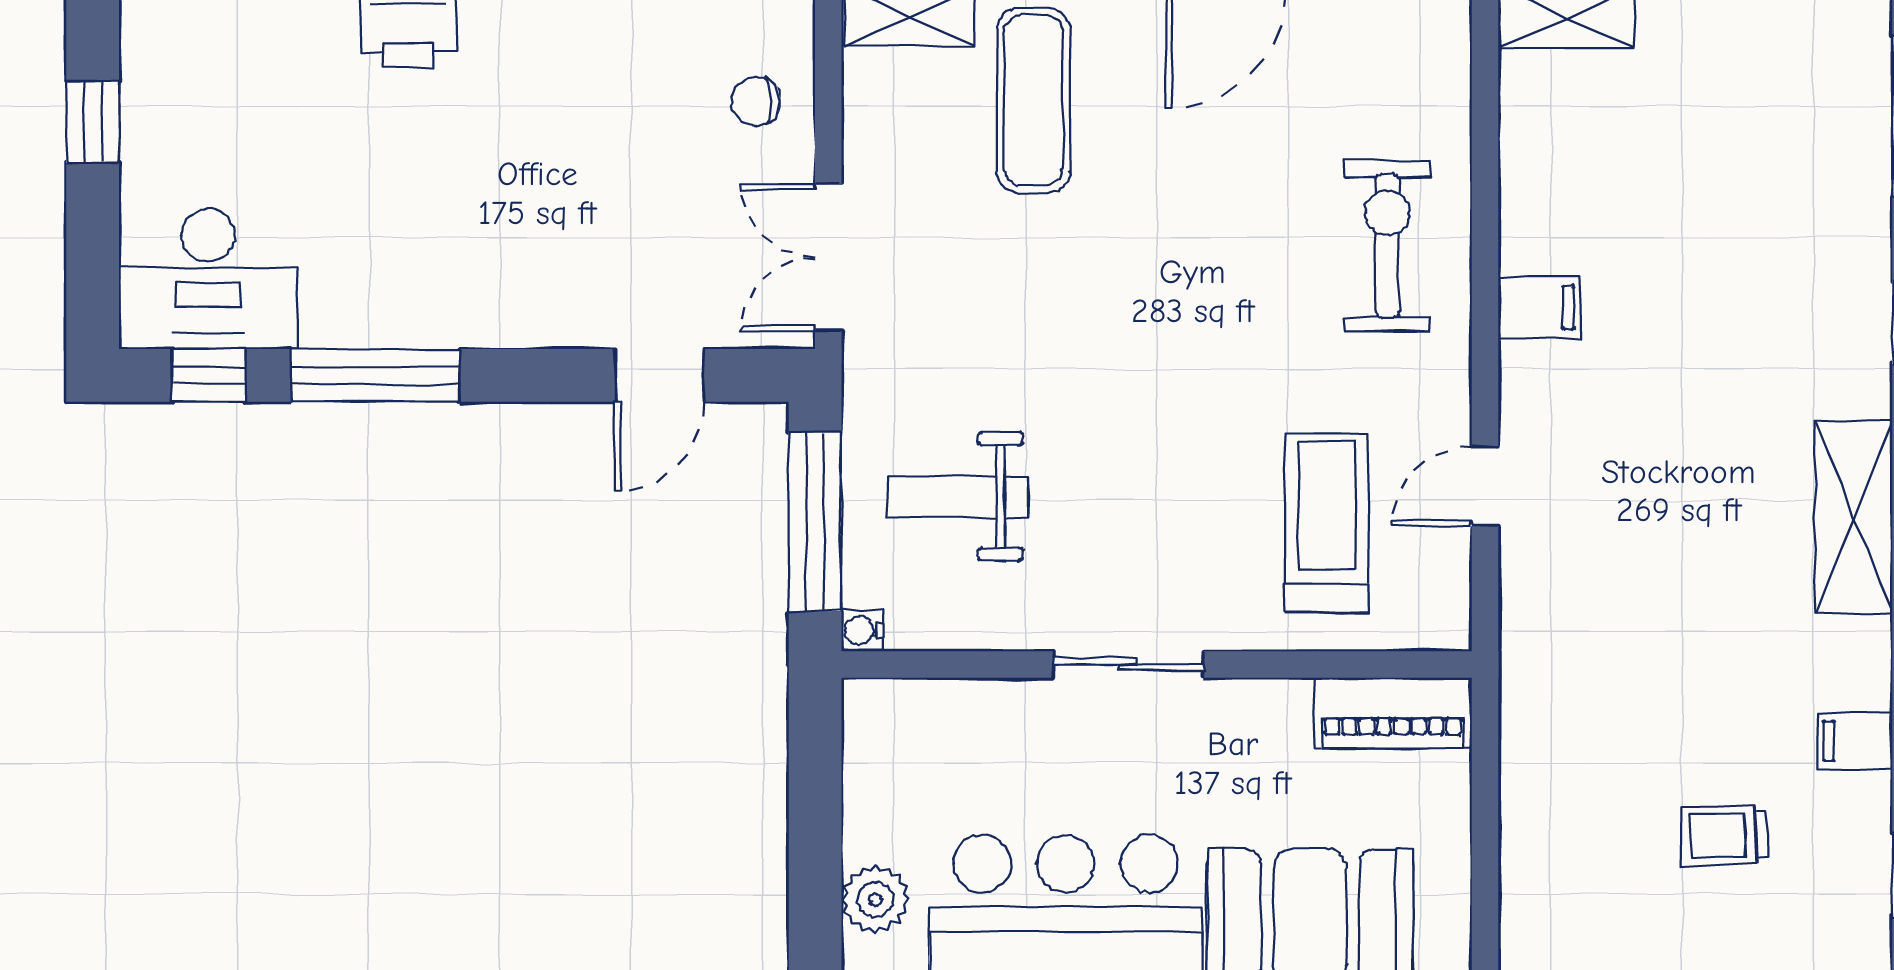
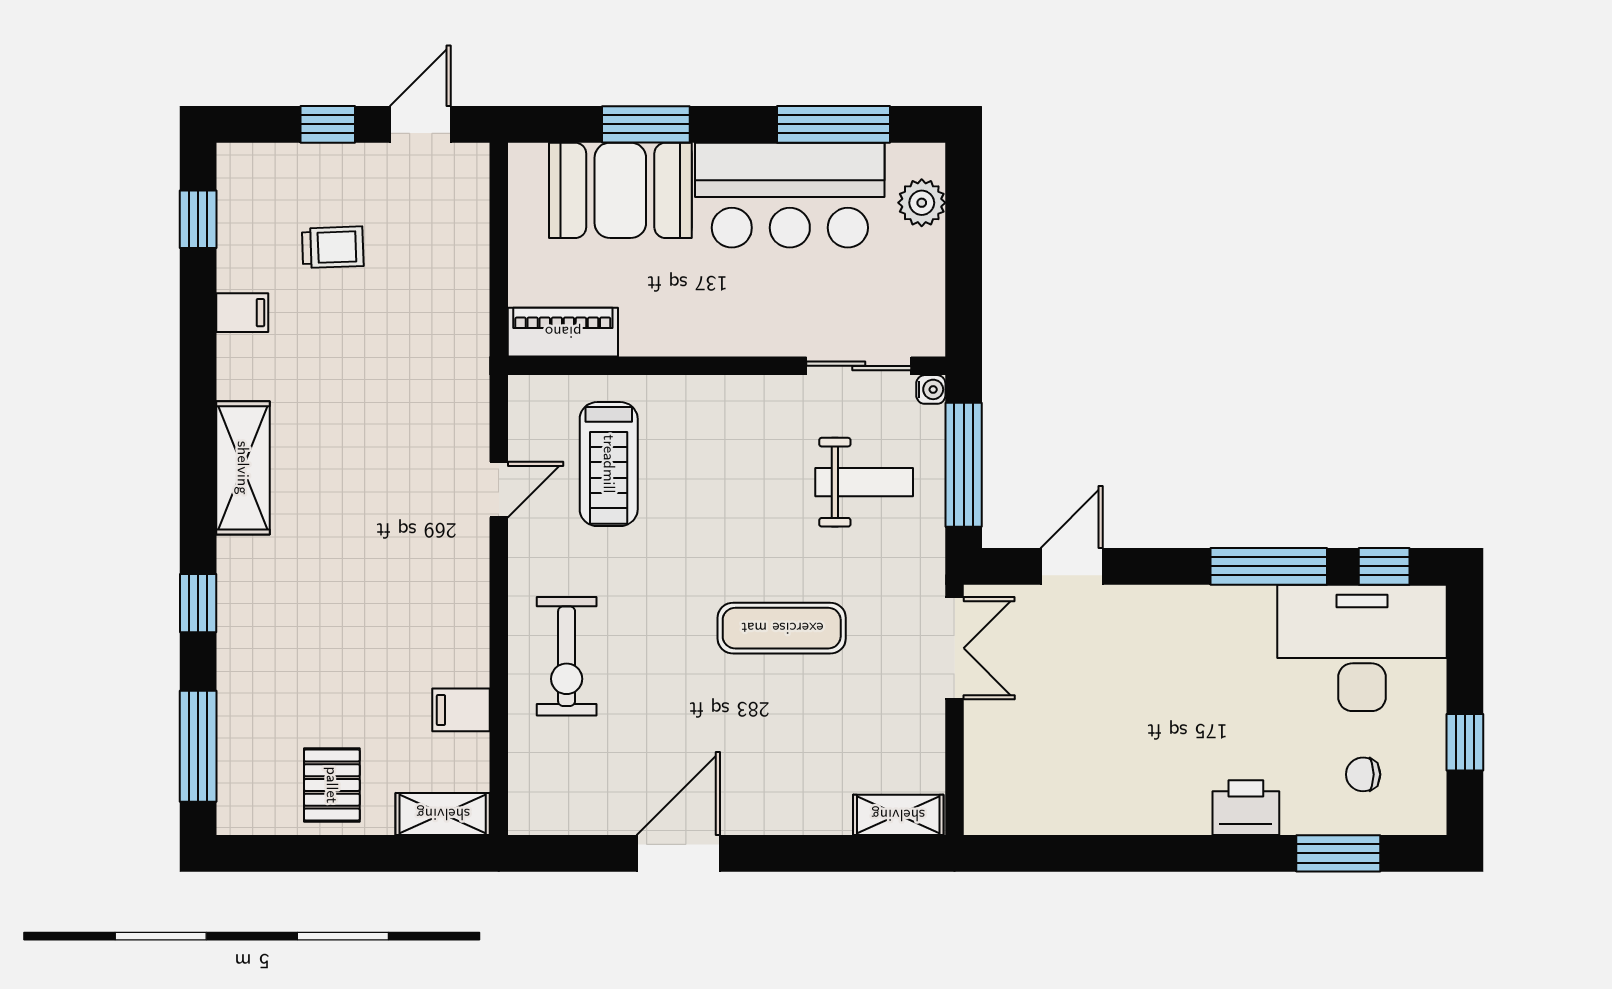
pallet: (1726, 60) -> (332, 785), added
exercise mat: (1033, 100) -> (782, 628), moved, turned 90
chair: (756, 102) -> (1363, 774), moved, turned 180
desk: (208, 279) -> (1362, 648), width x1.36, depth x1.30
filing cabinet: (1539, 307) -> (461, 710), moved
sliding door: (1128, 664) -> (859, 366), moved

